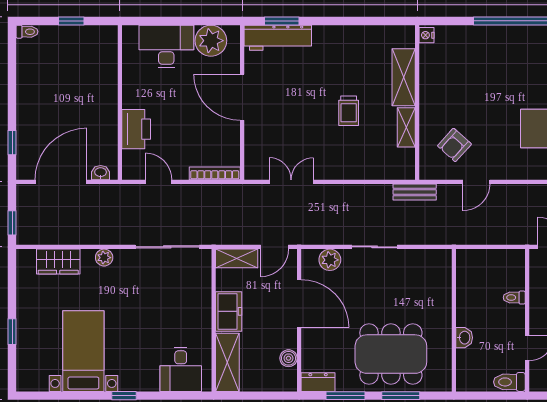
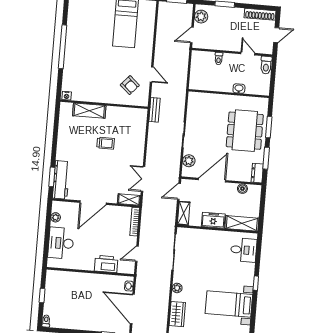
plant: (211, 41) -> (56, 217), width x0.53, depth x0.53
shelving: (406, 127) -> (129, 199), moved
door: (275, 247) -> (179, 191), swing flipped

